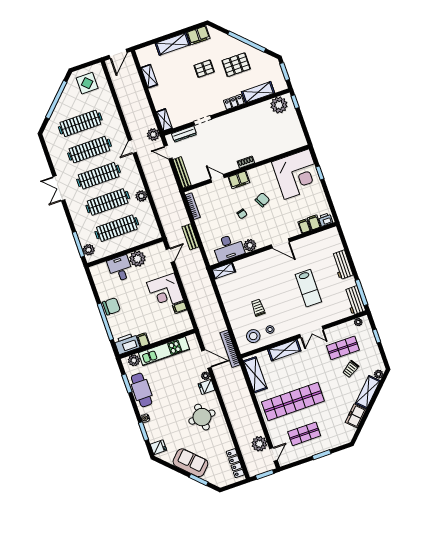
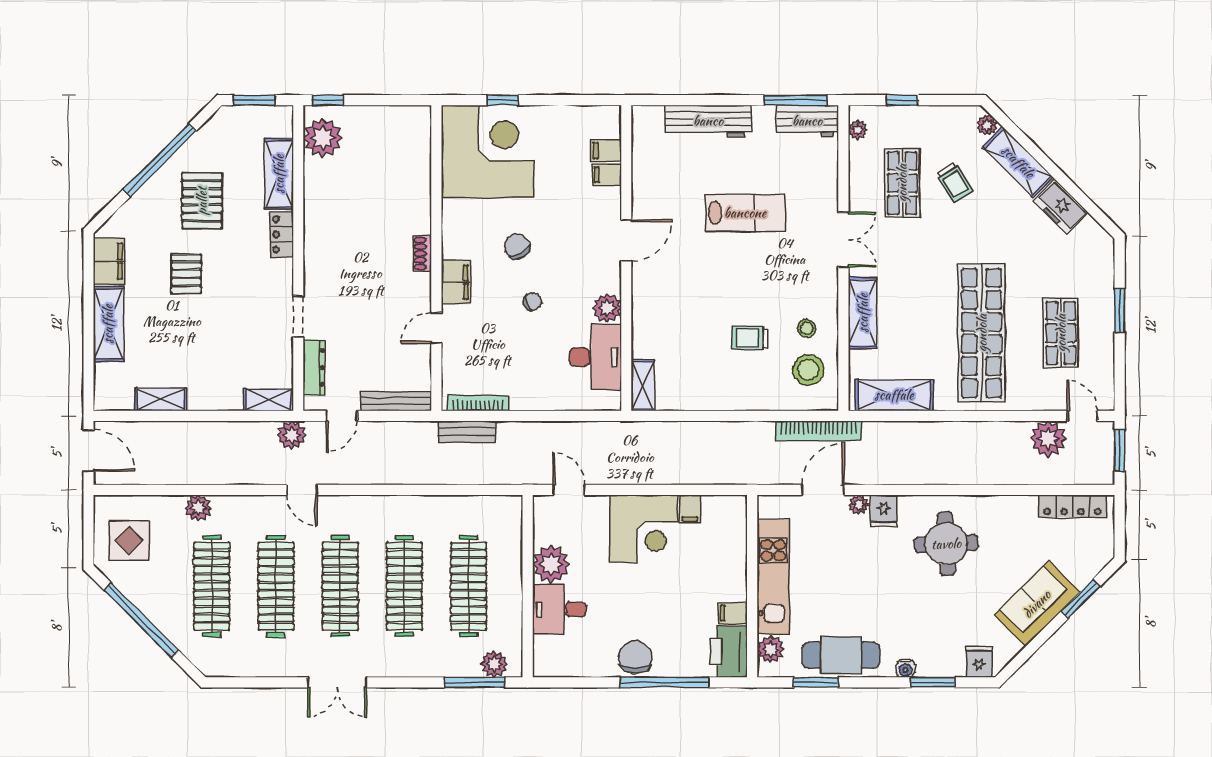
plant: (141, 196) -> (198, 508), moved
printer: (326, 220) -> (609, 123), removed
bench: (190, 237) -> (467, 432), moved
workbench: (342, 265) -> (708, 121), width x1.38

